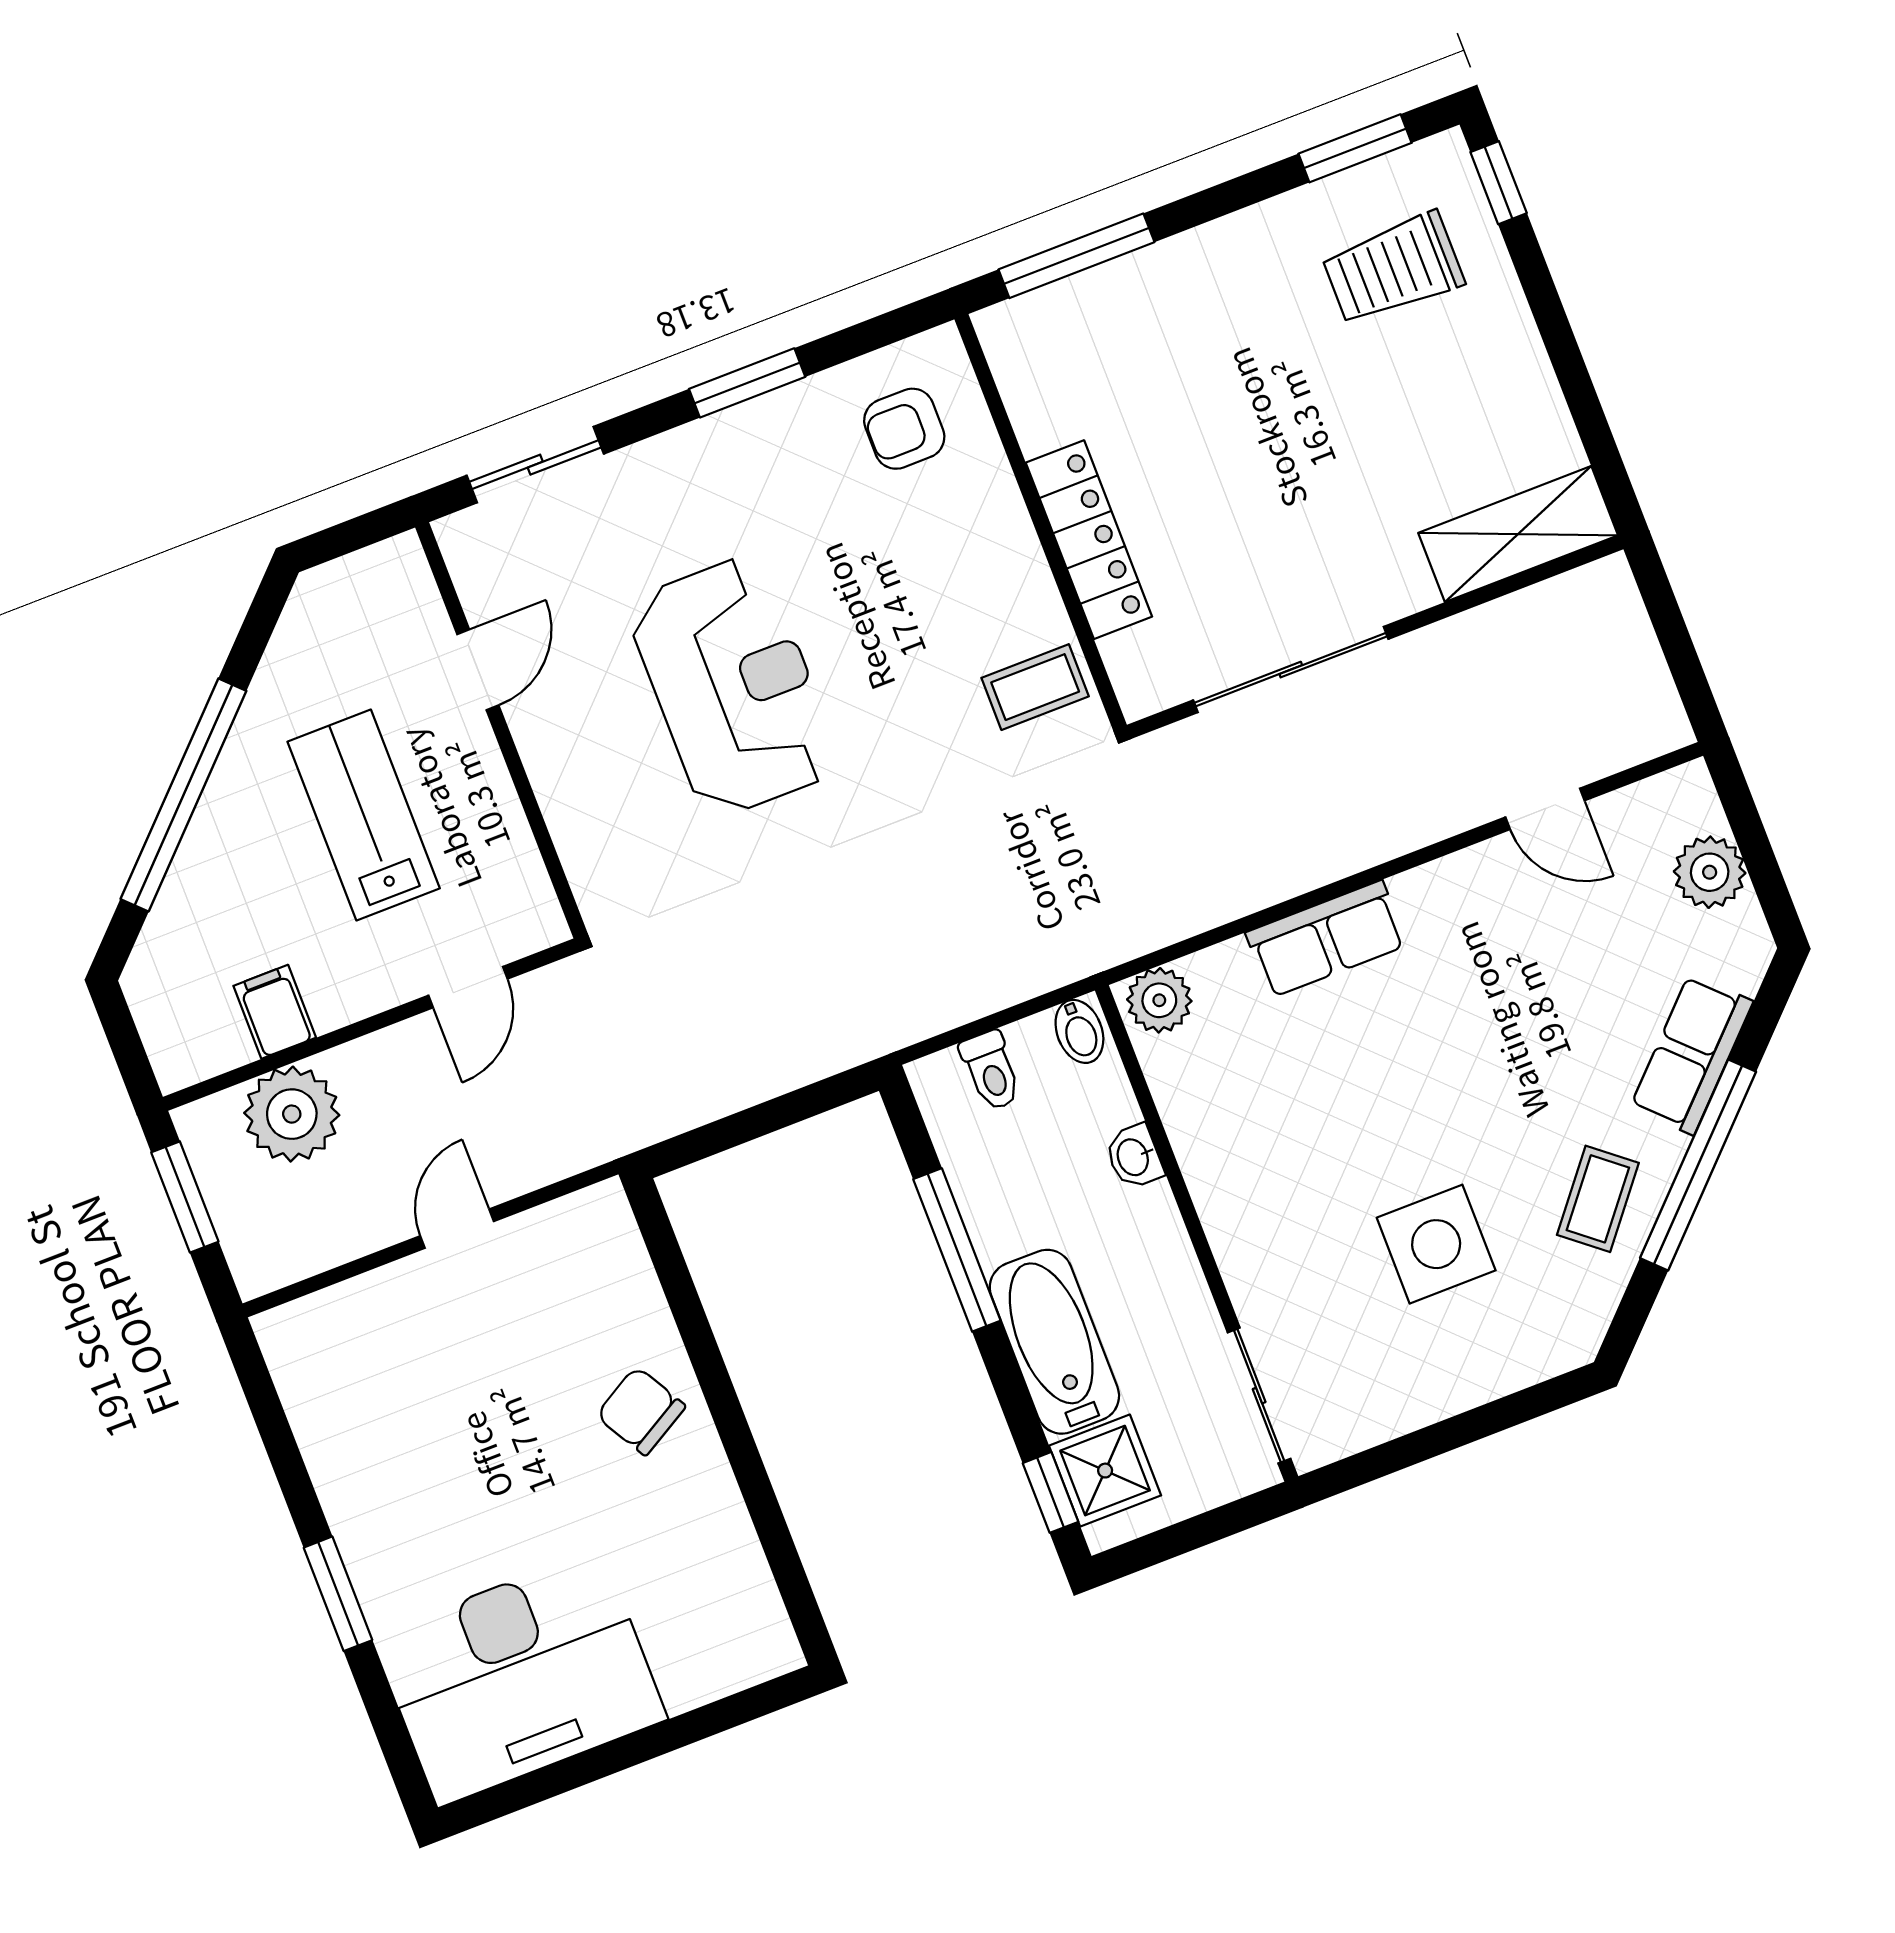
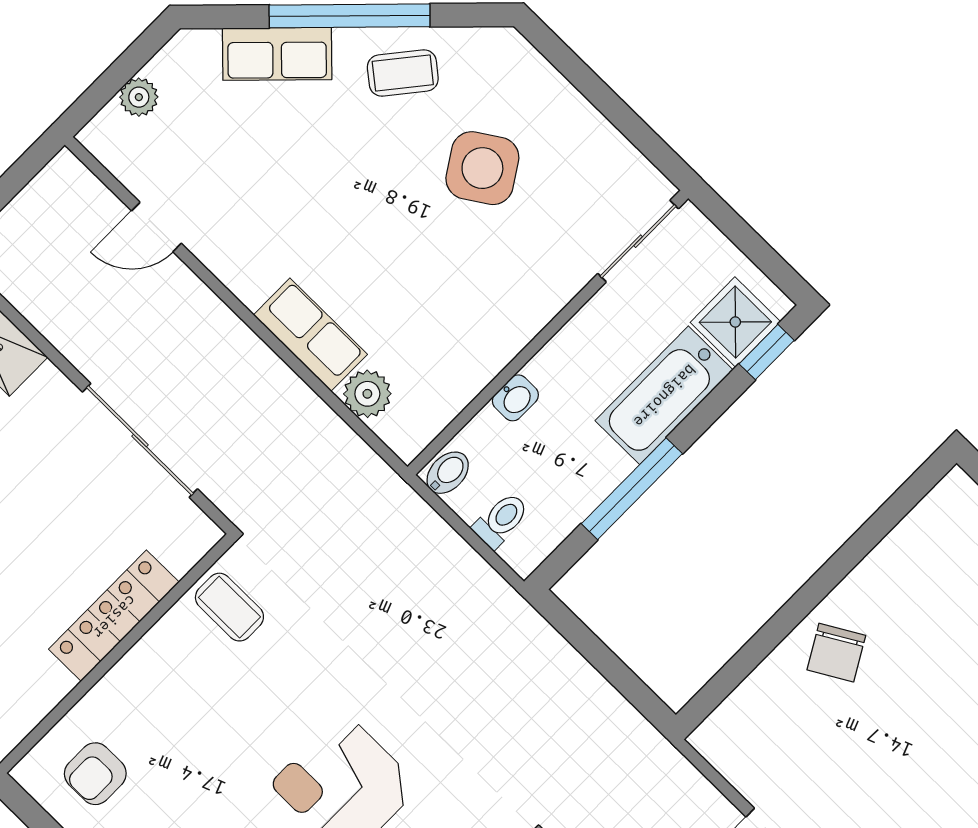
armchair: (904, 429) -> (95, 774), turned 90
door: (1545, 809) -> (156, 227), swing flipped
plant: (1710, 872) -> (139, 97), width x0.73, depth x0.73
plant: (1159, 1000) -> (367, 394), moved
side table: (1436, 1244) -> (482, 168), turned -33

